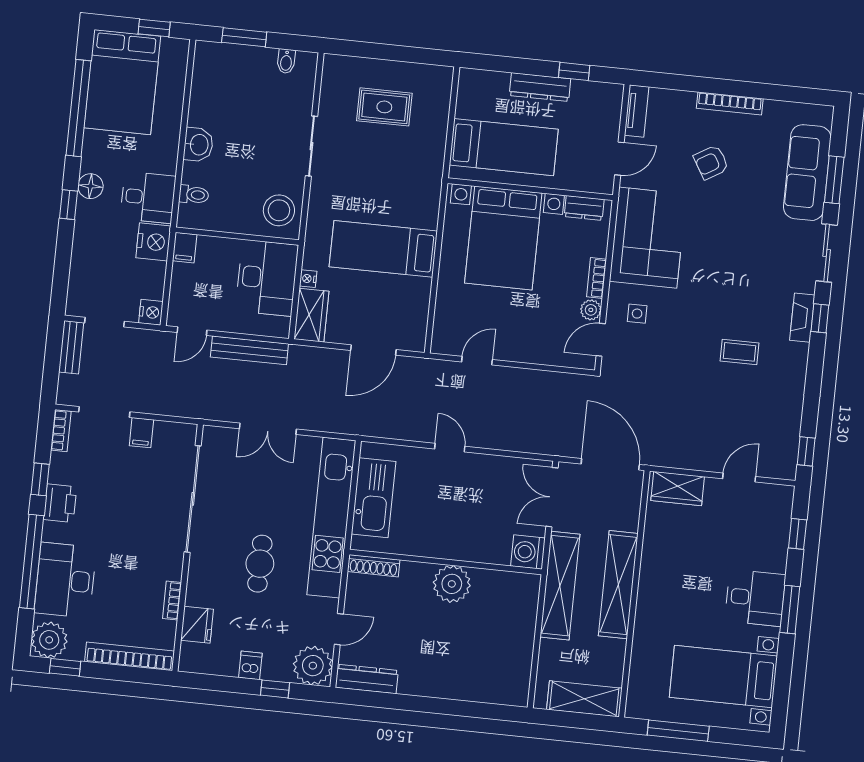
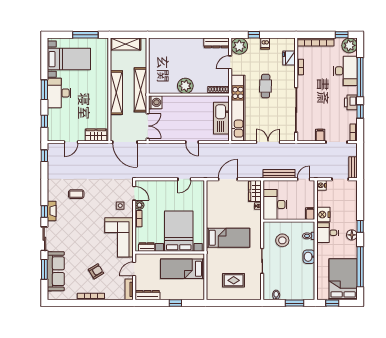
window: (574, 71) -> (175, 303), moved
dresser: (540, 87) -> (148, 295), moved
stool: (279, 210) -> (282, 240), moved
bed: (383, 249) -> (228, 238), moved
door: (601, 340) -> (134, 193), hinge flipped
desk: (755, 598) -> (59, 93), width x1.37

